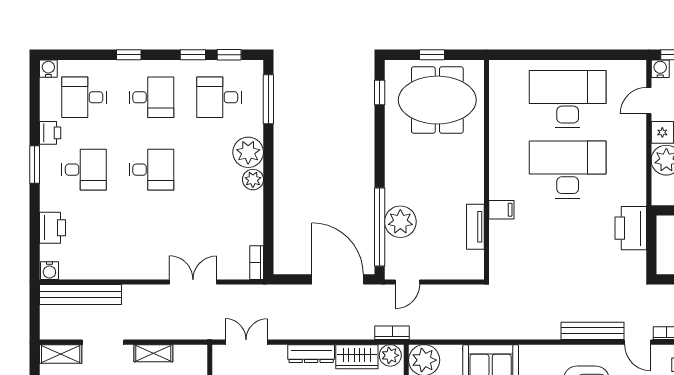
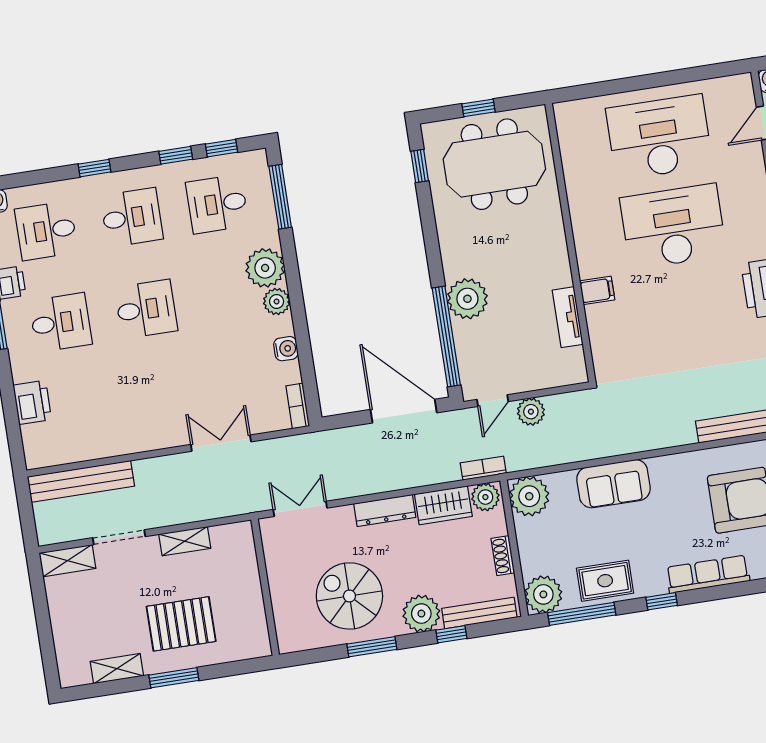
plant: (400, 222) -> (467, 299), moved
water cooler: (49, 271) -> (286, 349), moved, turned -90
plant: (436, 295) -> (531, 412), added

